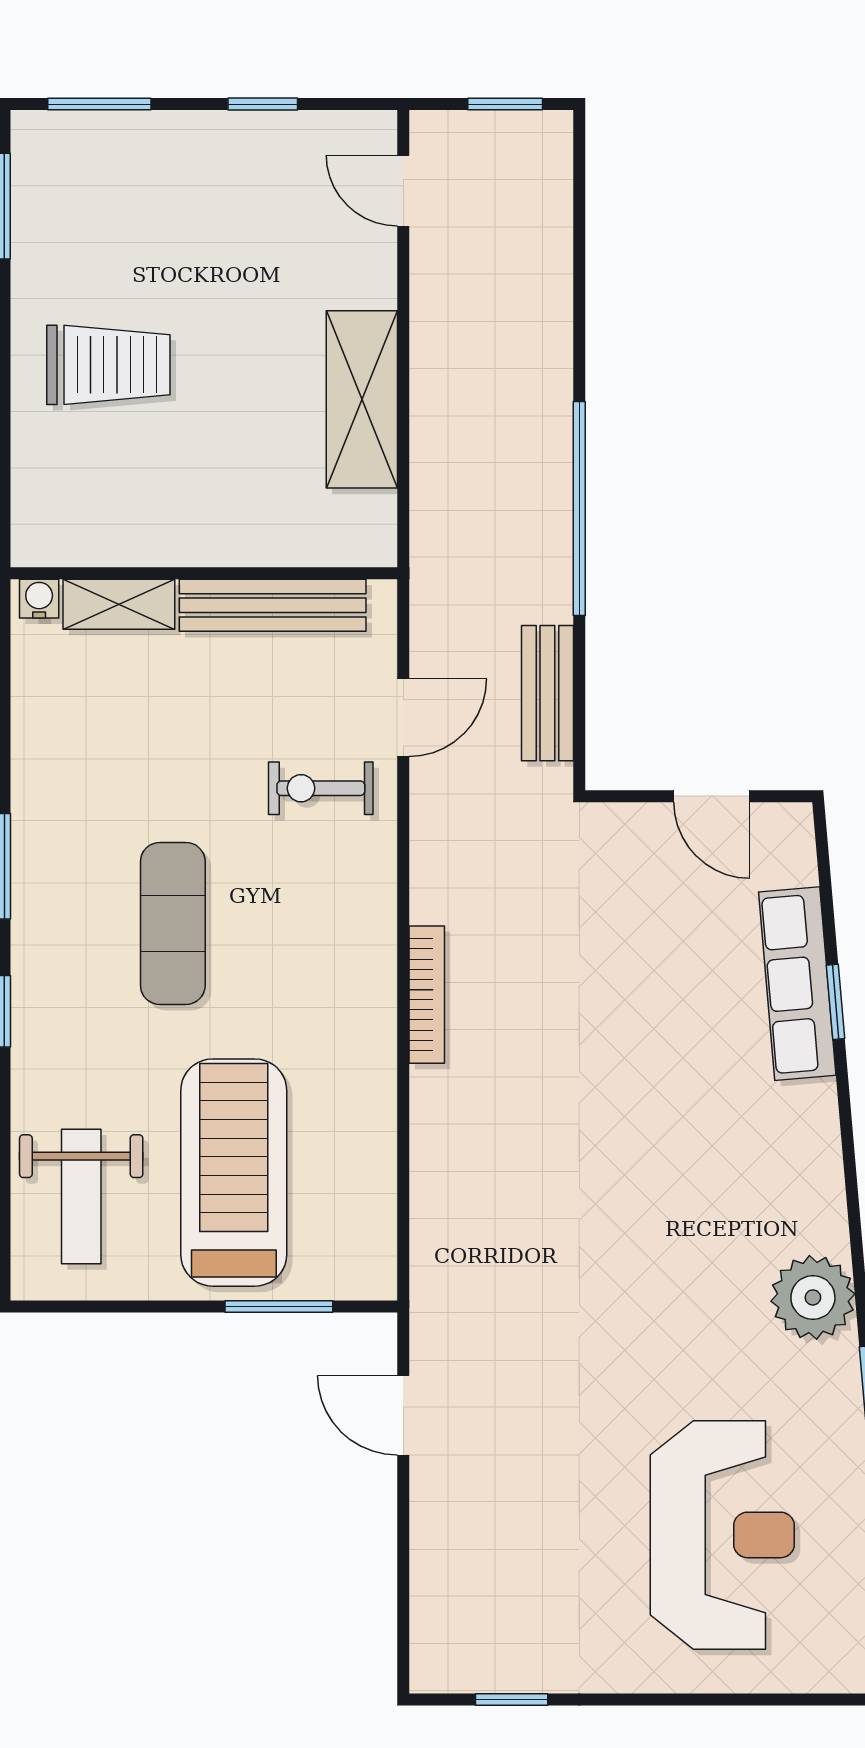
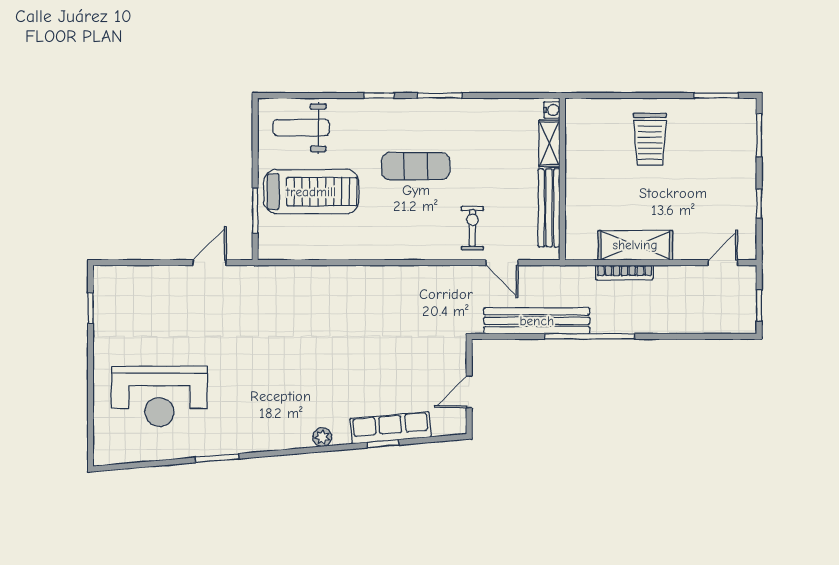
bench: (547, 693) -> (537, 321), width x1.86, depth x1.21
bookcase: (427, 995) -> (624, 272), moved
plant: (813, 1297) -> (322, 437), moved, width x0.53, depth x0.53

